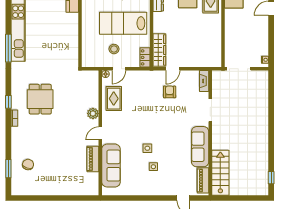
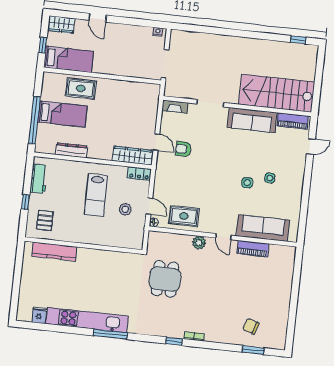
lab bench: (123, 23) -> (96, 195), width x0.73, depth x0.72
dining table: (40, 99) -> (165, 279), moved, turned 90
stairs: (220, 173) -> (277, 93), width x1.36, depth x1.51

